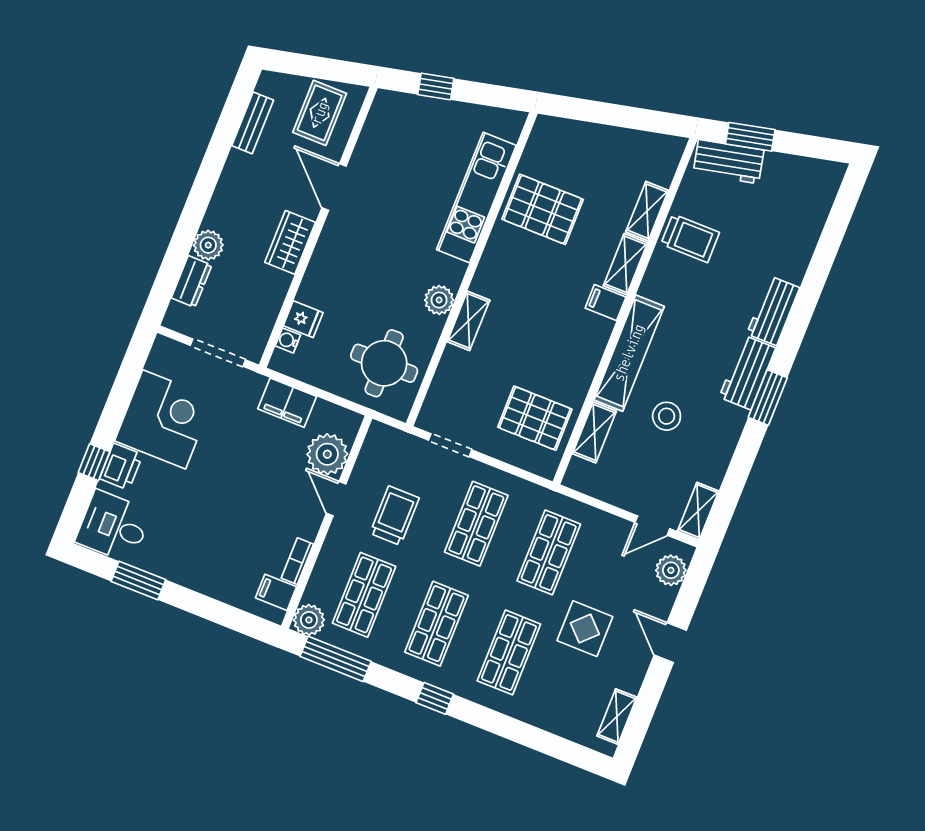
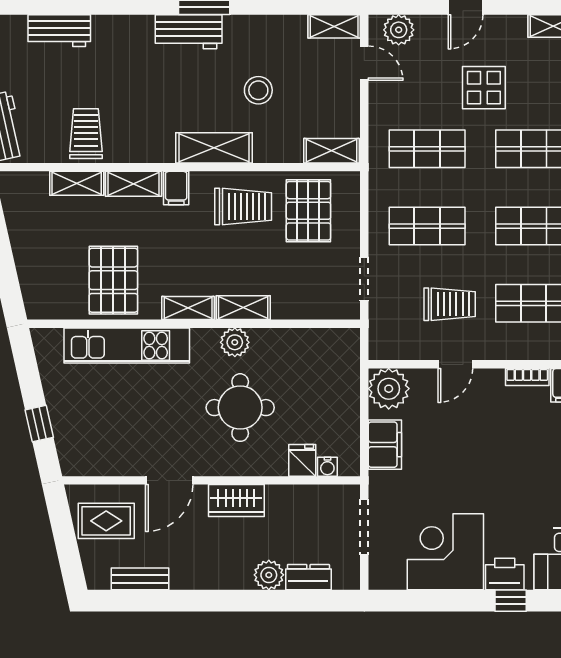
shelving: (489, 269) -> (188, 308), added
workbench: (773, 311) -> (59, 31), moved
shelving: (629, 353) -> (214, 148), width x0.68
trolley: (563, 359) -> (243, 206), added
round table: (384, 363) -> (240, 408), moved
shelving: (594, 432) -> (331, 151), moved
plant: (327, 454) -> (389, 389), moved
trolley: (395, 516) -> (450, 304), turned 180

